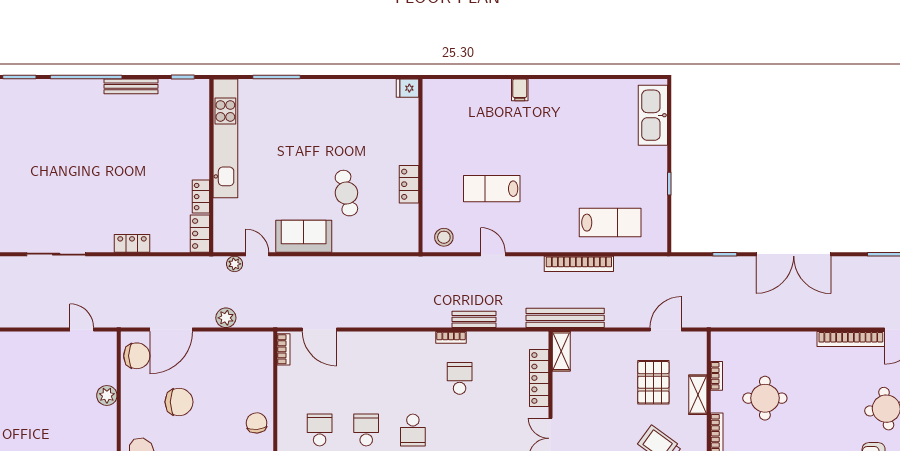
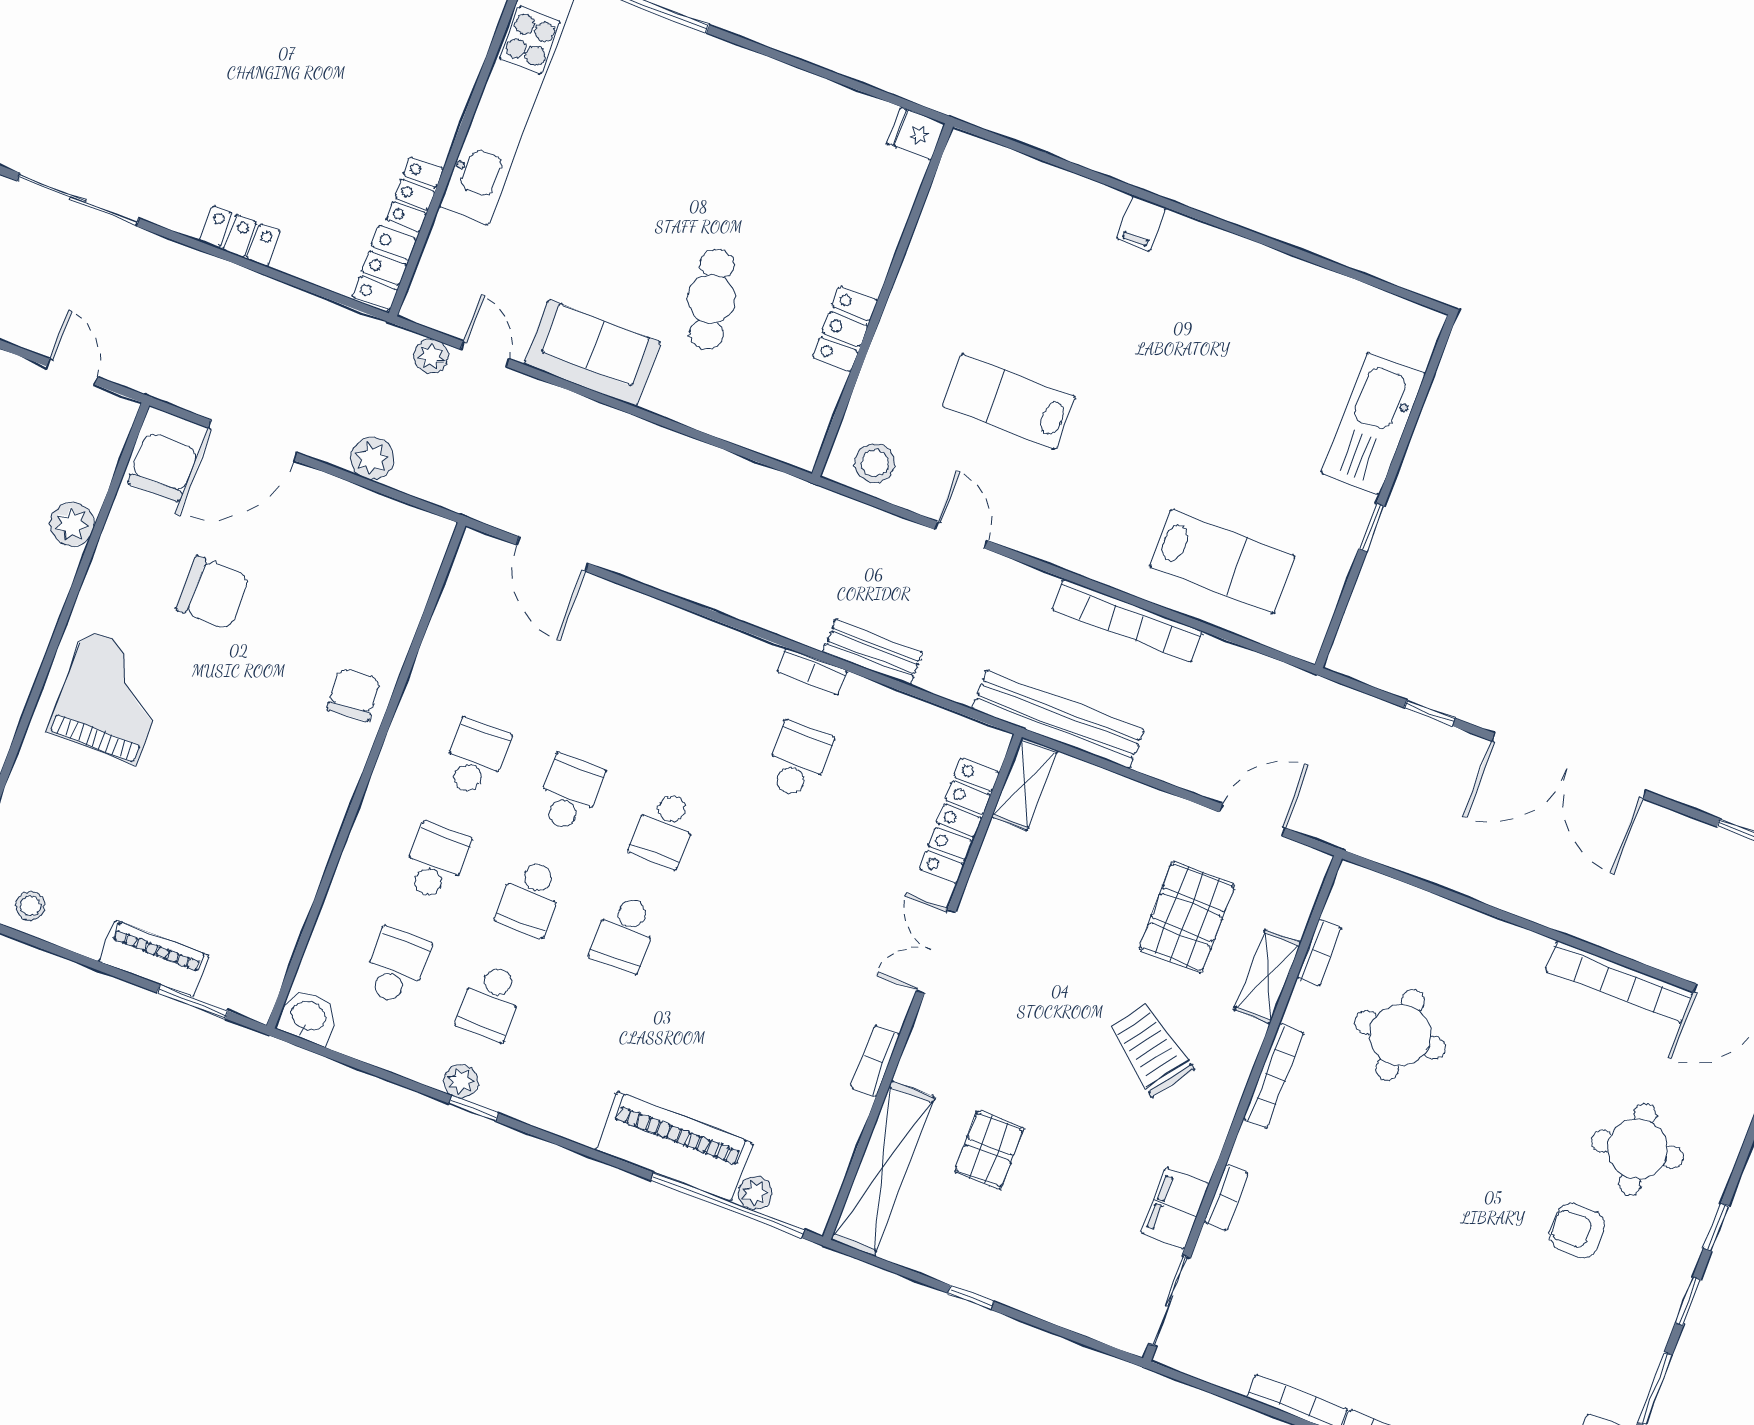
kitchen sink: (653, 115) -> (1373, 424), moved
bookcase: (283, 349) -> (464, 567), removed
chair: (137, 356) -> (163, 467), turned -90

